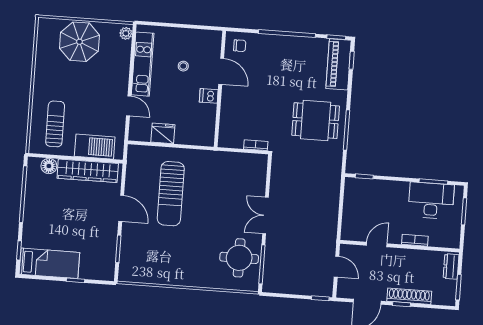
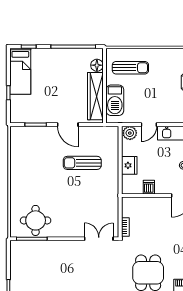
dishwasher: (209, 96) -> (149, 187), moved
plant: (137, 131) -> (130, 133), added
fridge: (163, 133) -> (129, 165), moved
sun lounger: (171, 194) -> (82, 163), width x0.73, depth x0.75
door: (121, 208) -> (68, 125), hinge flipped
double door: (265, 216) -> (99, 239), moved

